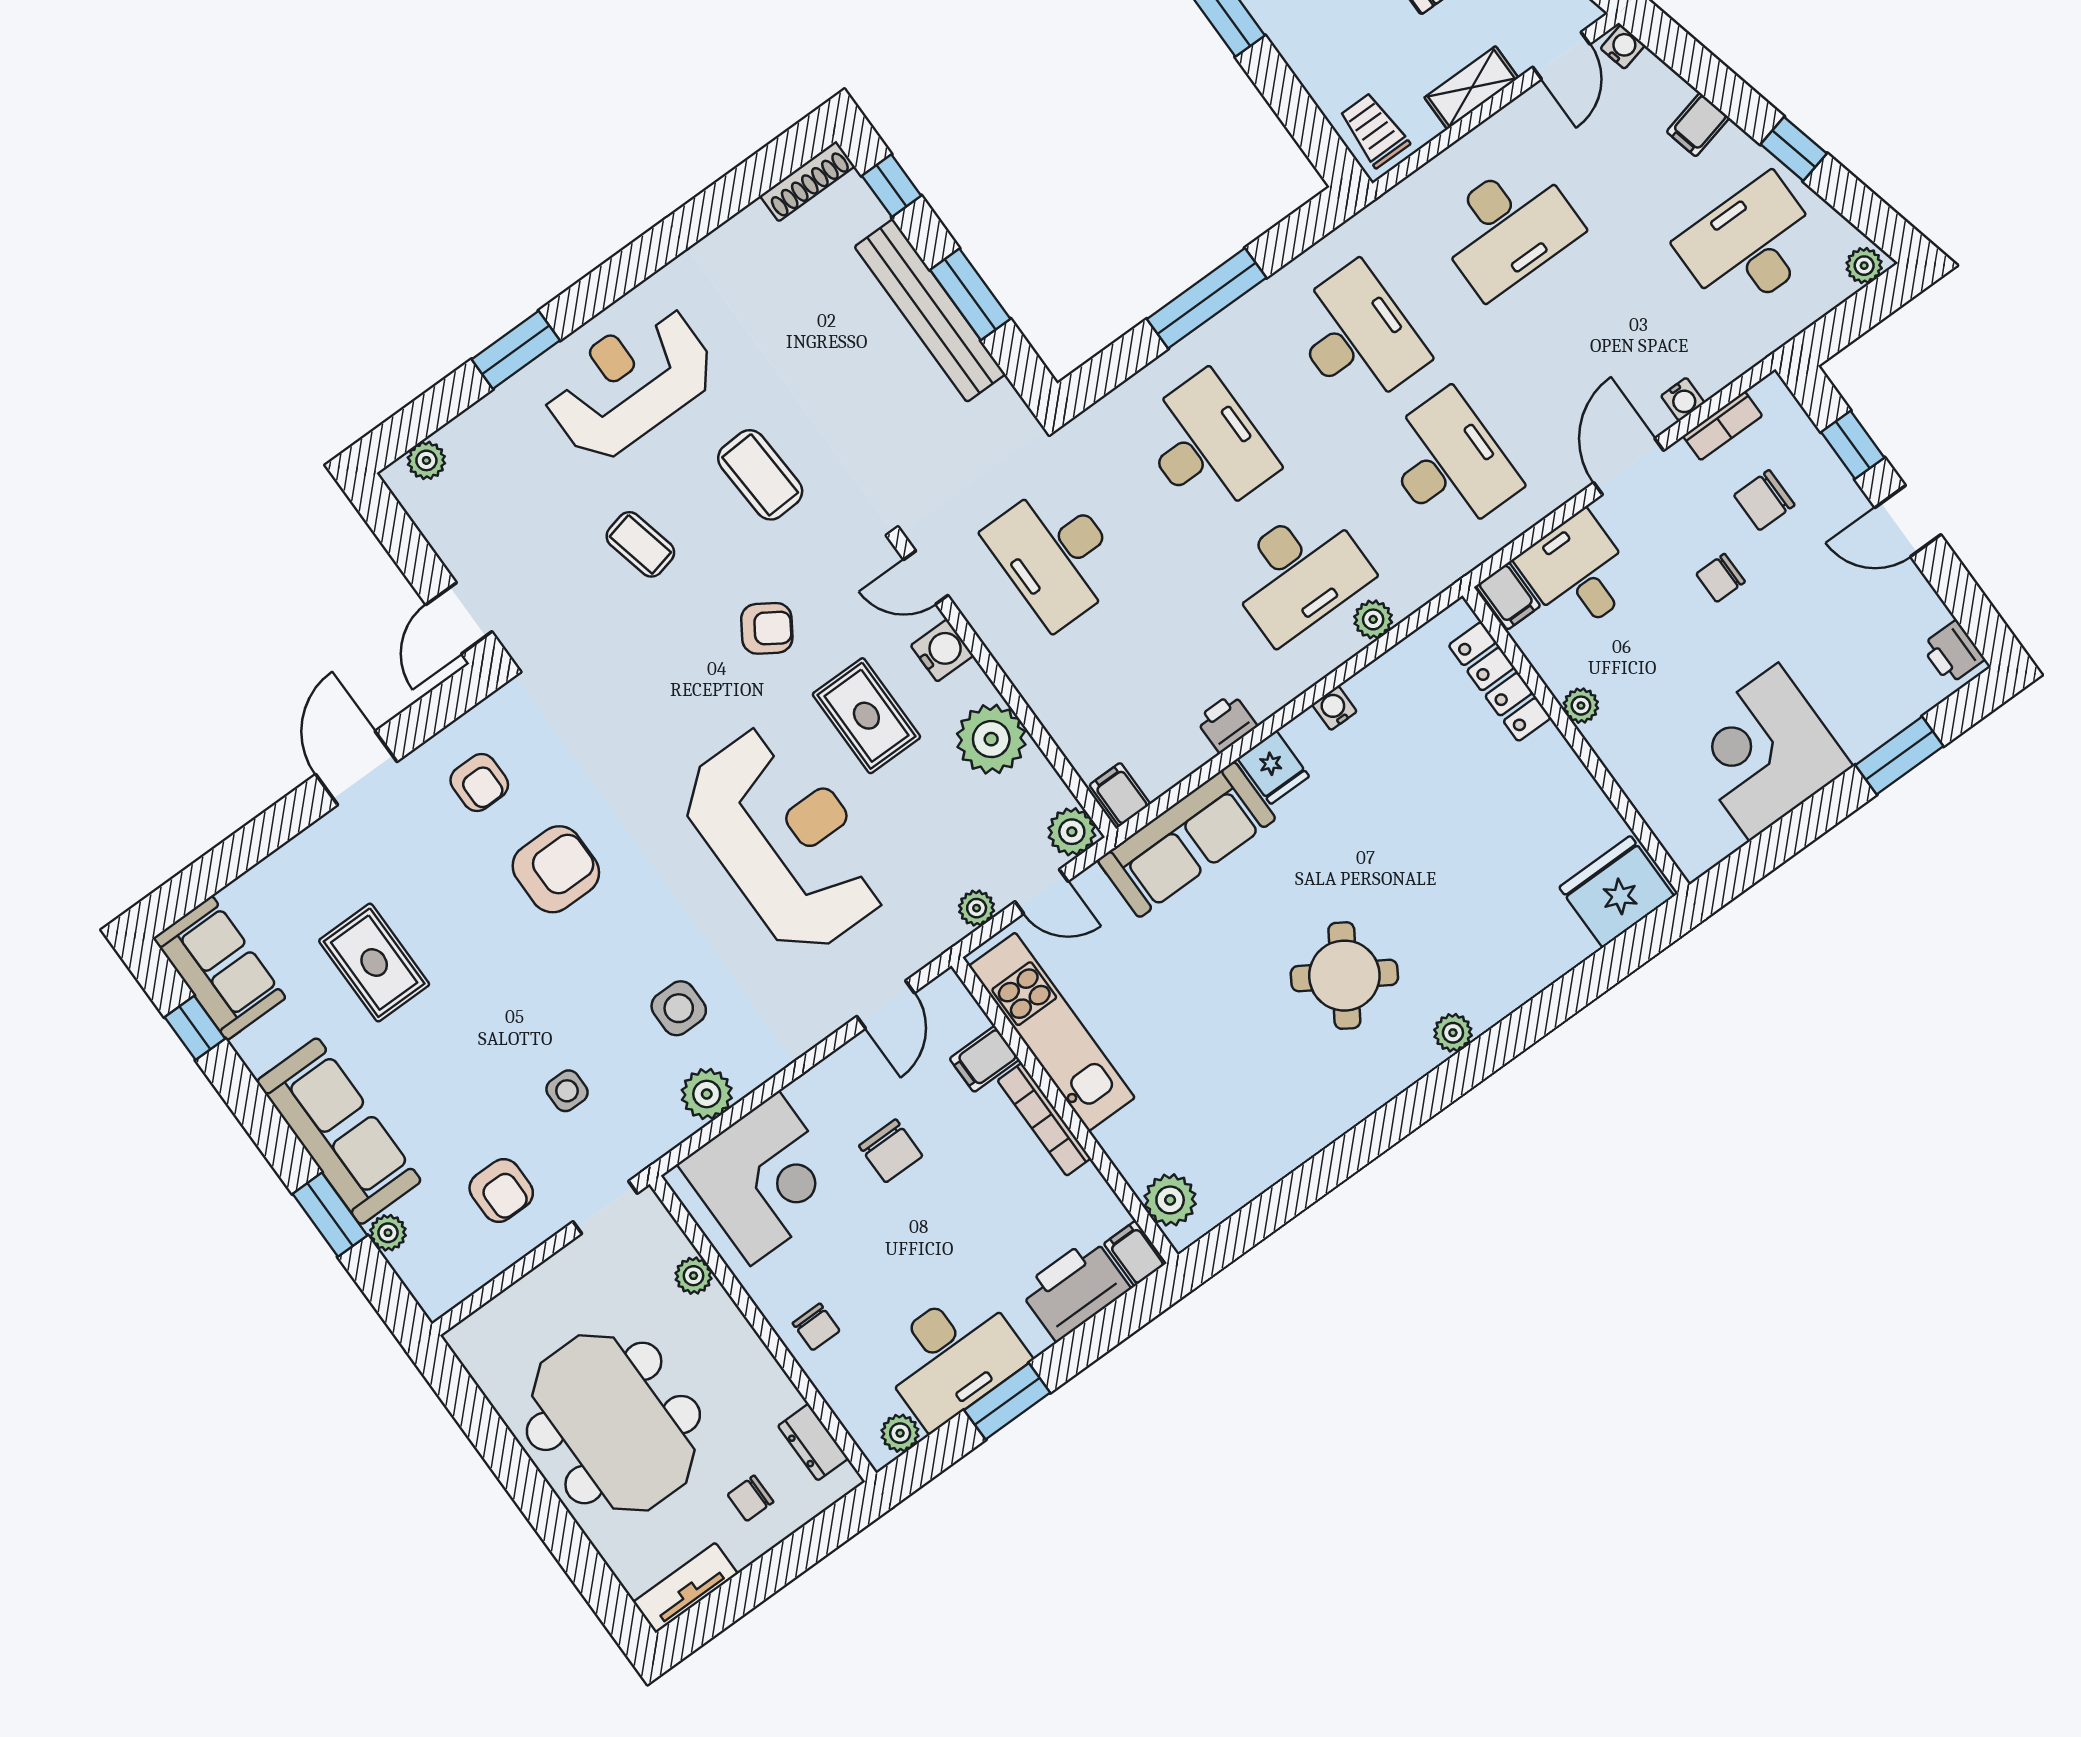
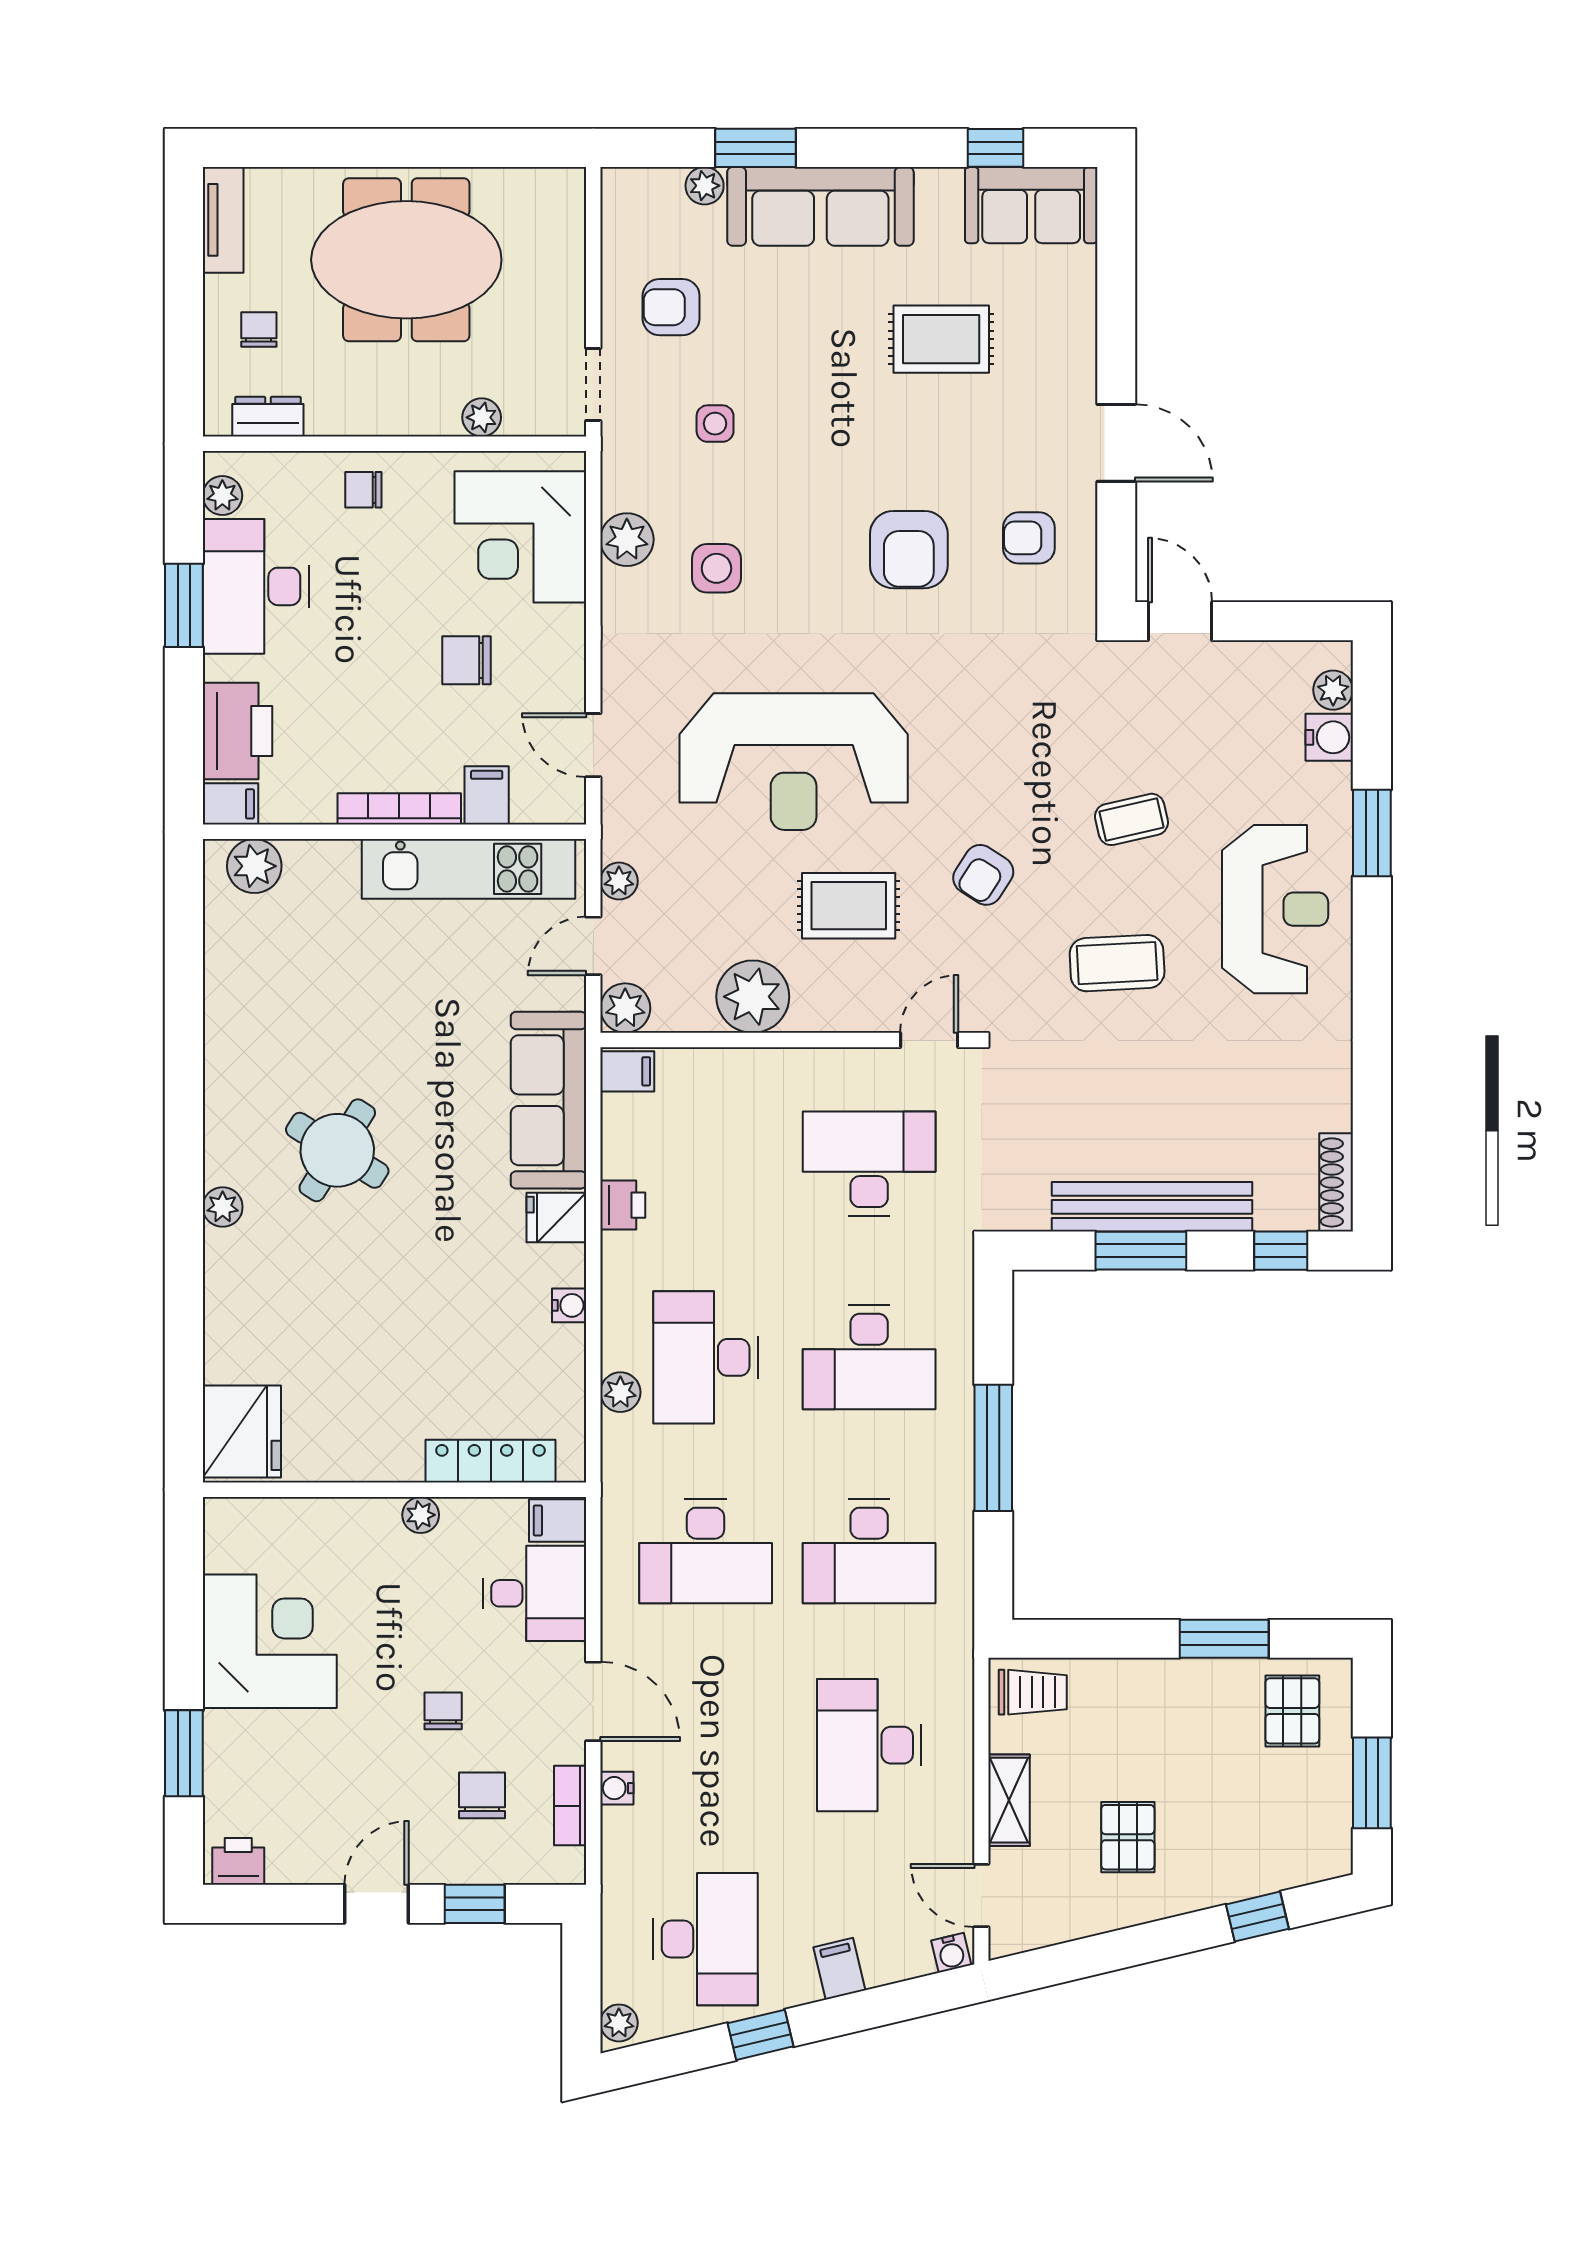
water cooler: (942, 650) -> (1329, 737), moved, turned -90

